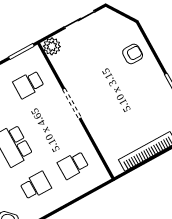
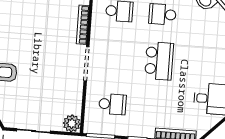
bookcase: (96, 134) -> (83, 25), added

